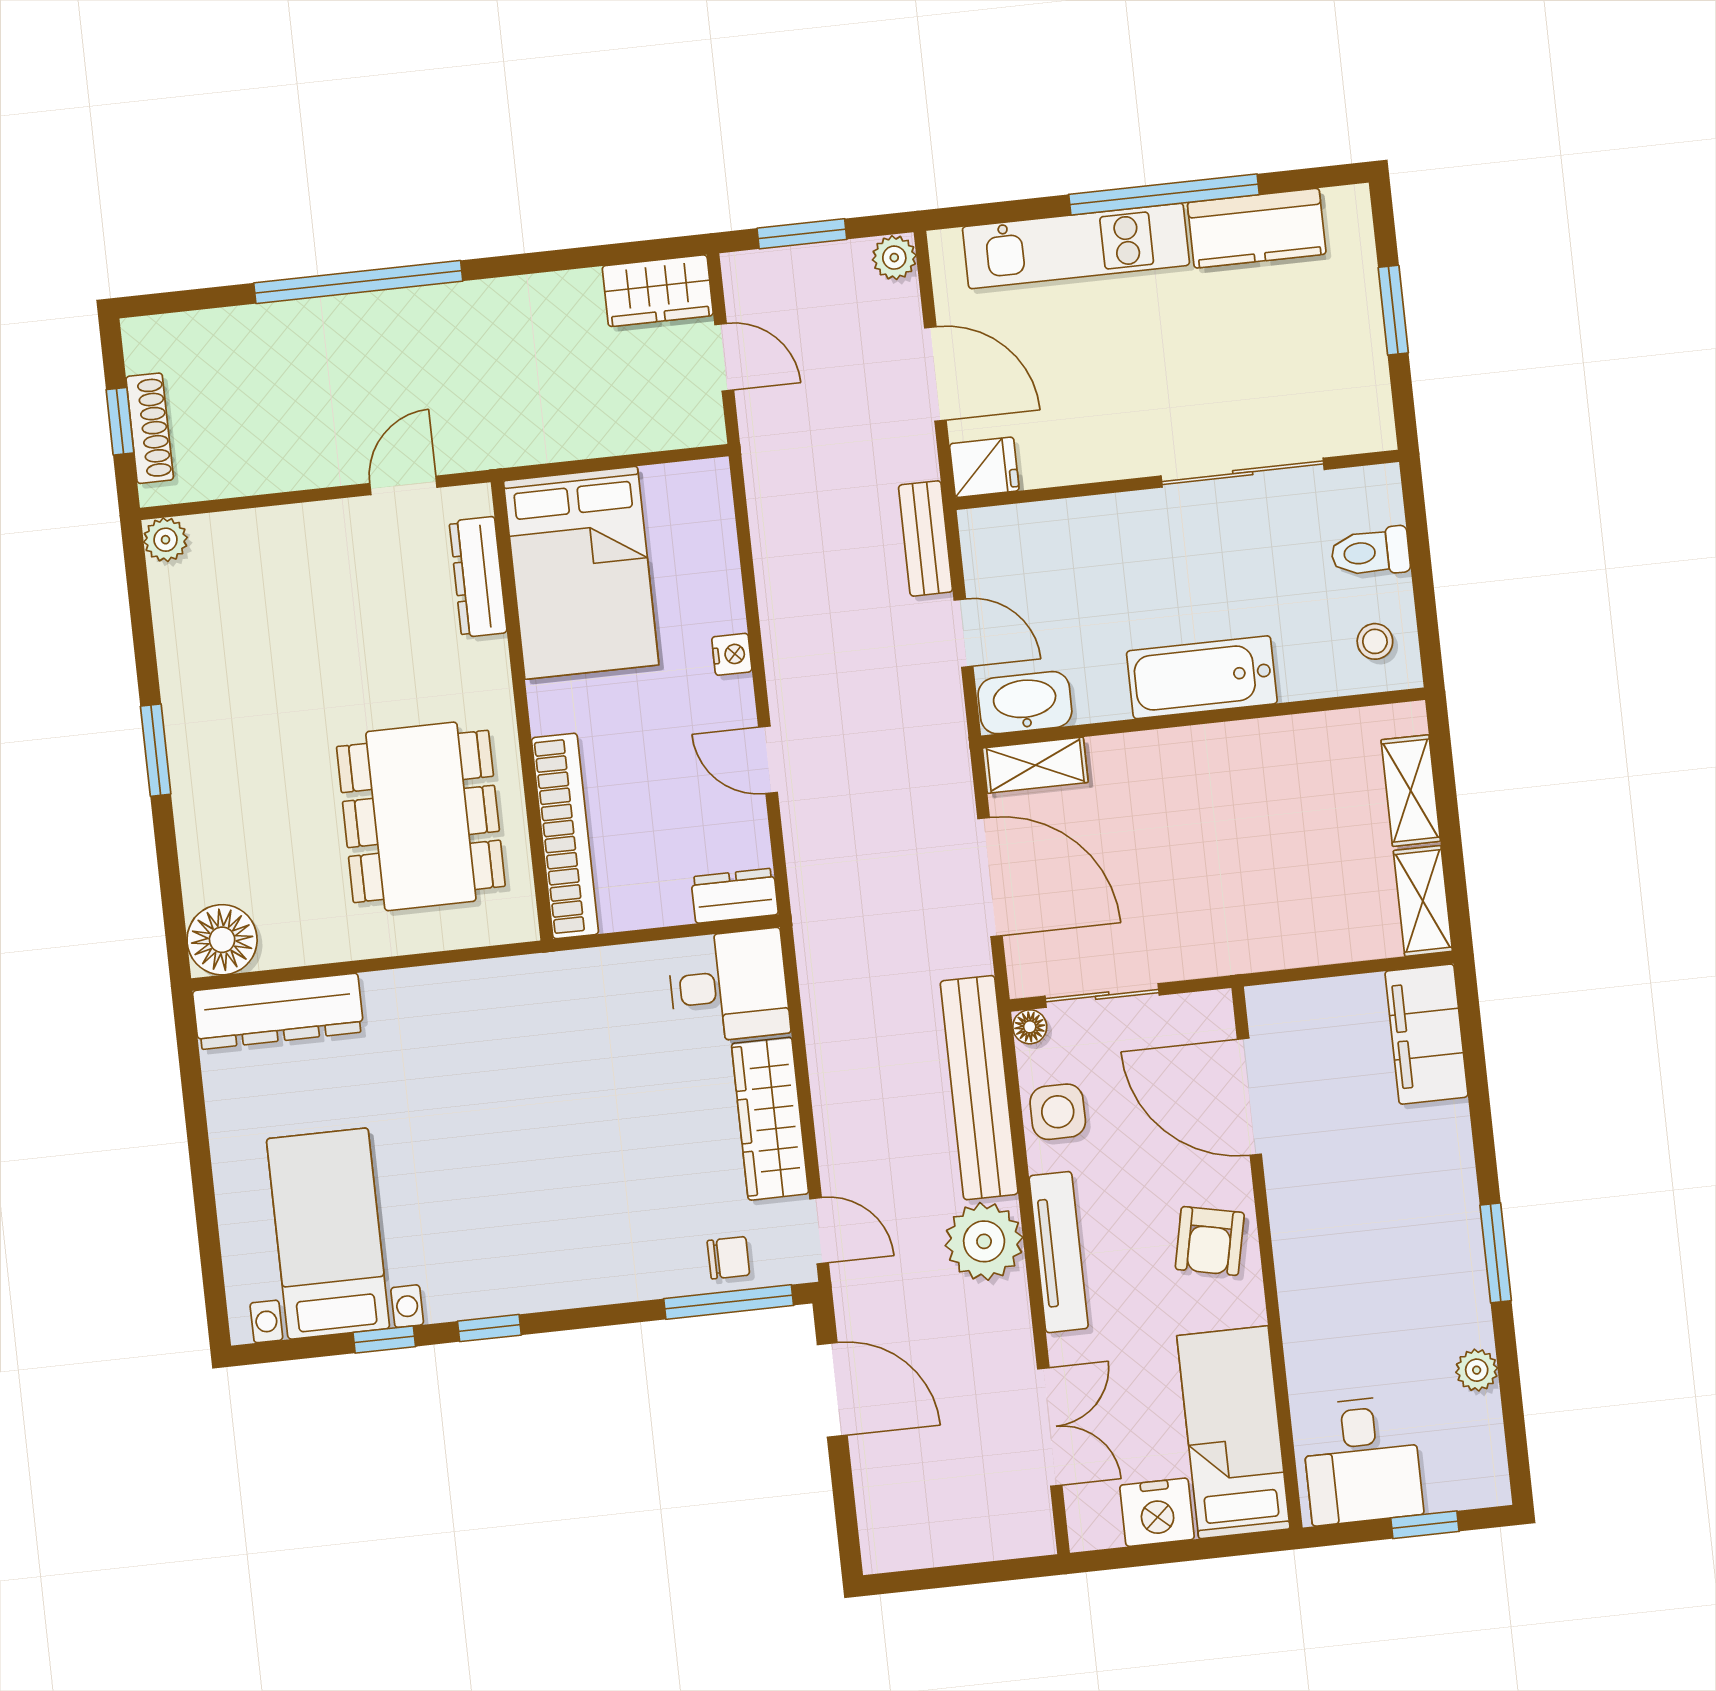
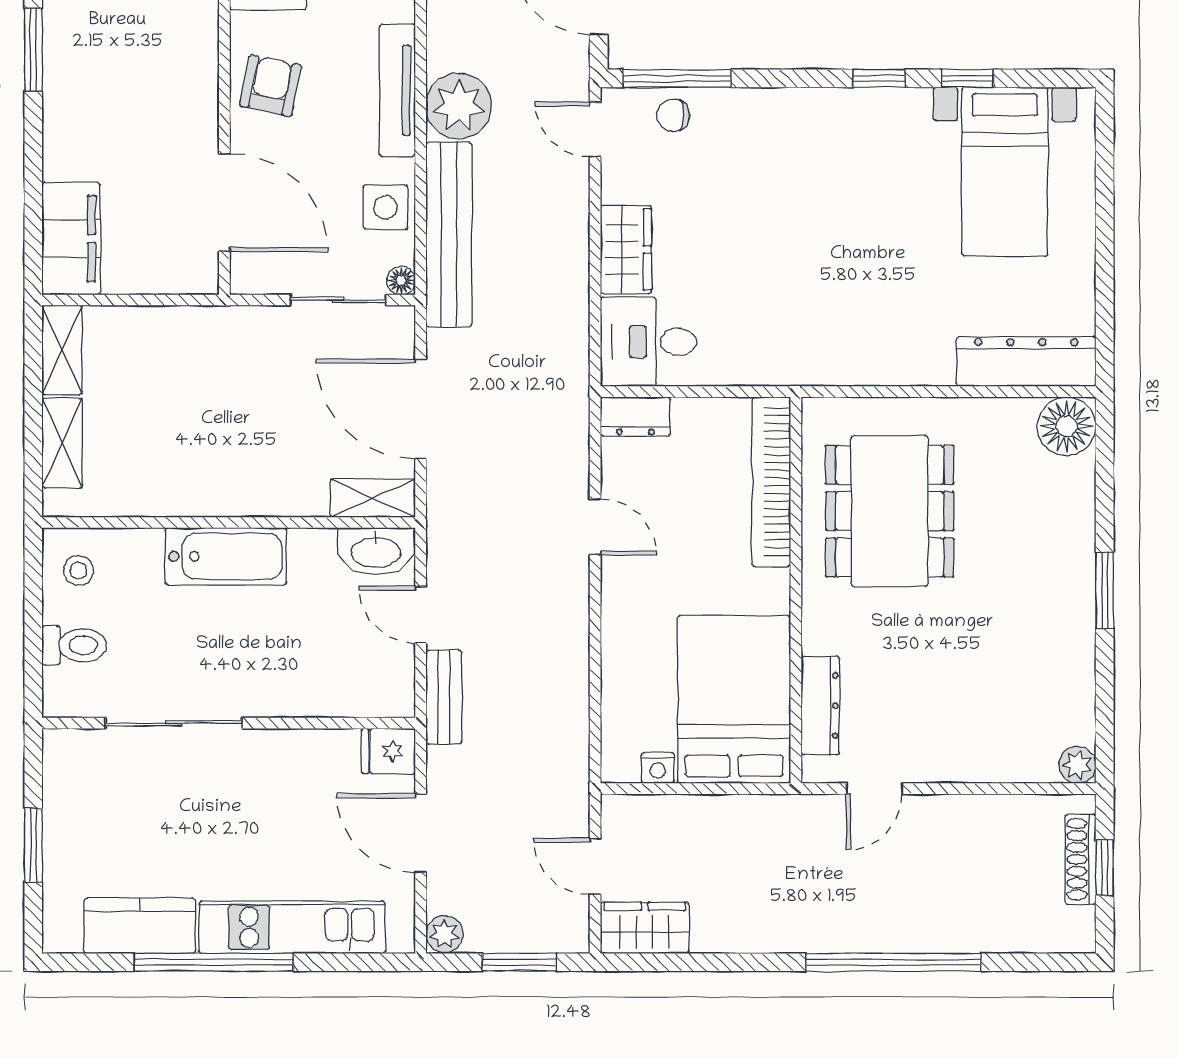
nightstand: (732, 654) -> (658, 768), moved, turned -90
wardrobe: (770, 1119) -> (626, 250), width x0.67

